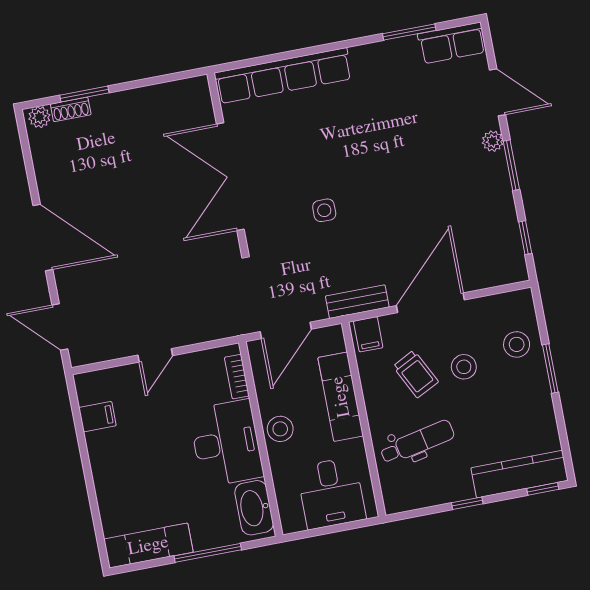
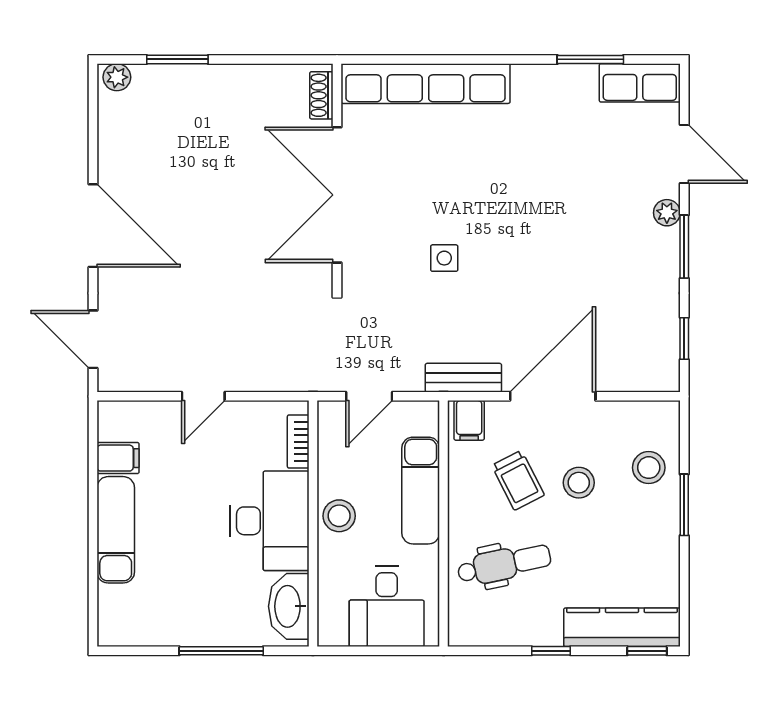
shoe rack: (71, 109) -> (321, 95), moved, turned 90
door: (286, 330) -> (369, 396), width x0.73
exam couch: (148, 546) -> (116, 530), moved, turned 90

